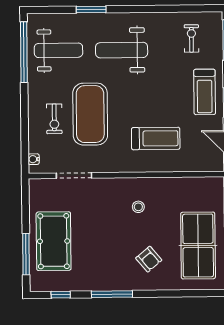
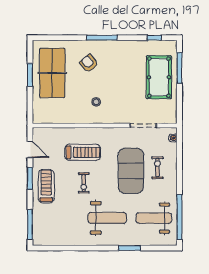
exercise bike: (191, 38) -> (84, 183), moved
treadmill: (156, 138) -> (83, 152), turned 180
window: (112, 294) -> (102, 38), moved

